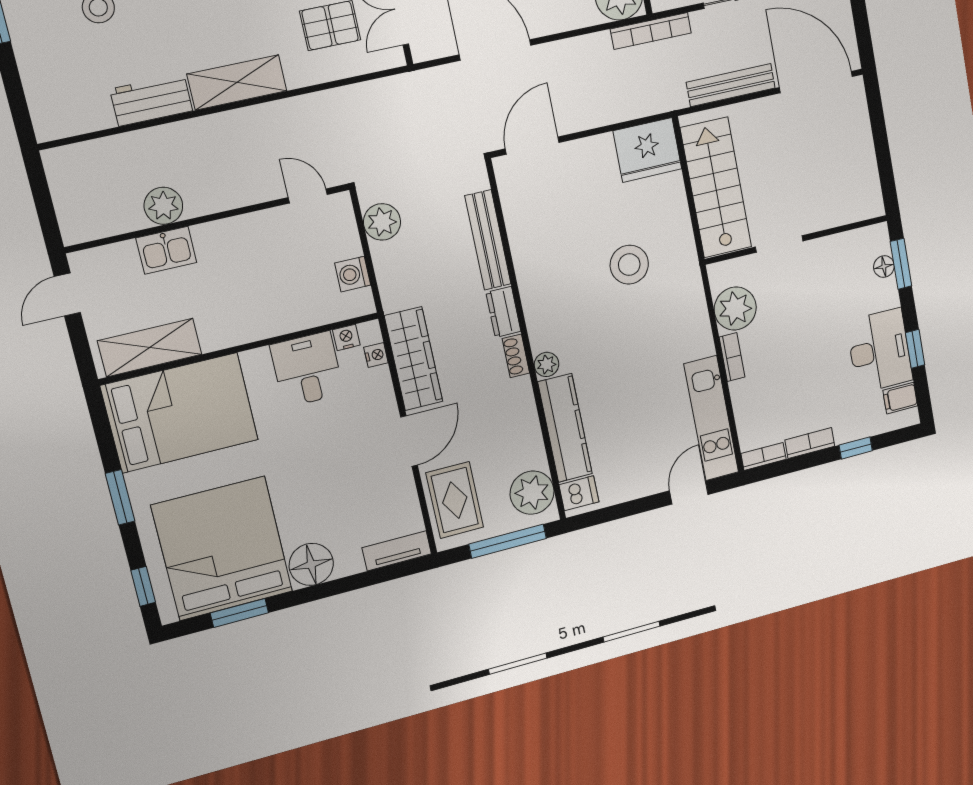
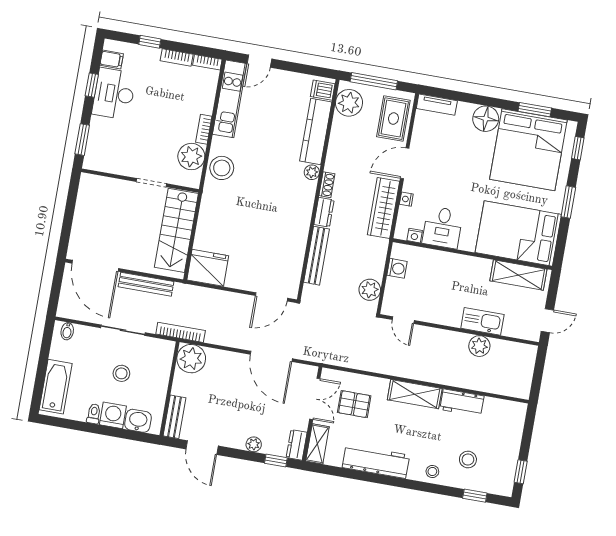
kitchen sink: (166, 250) -> (482, 321), width x1.38
stool: (629, 265) -> (222, 168), moved
floor lamp: (884, 267) -> (93, 142), removed
nightstand: (376, 355) -> (406, 199), moved

